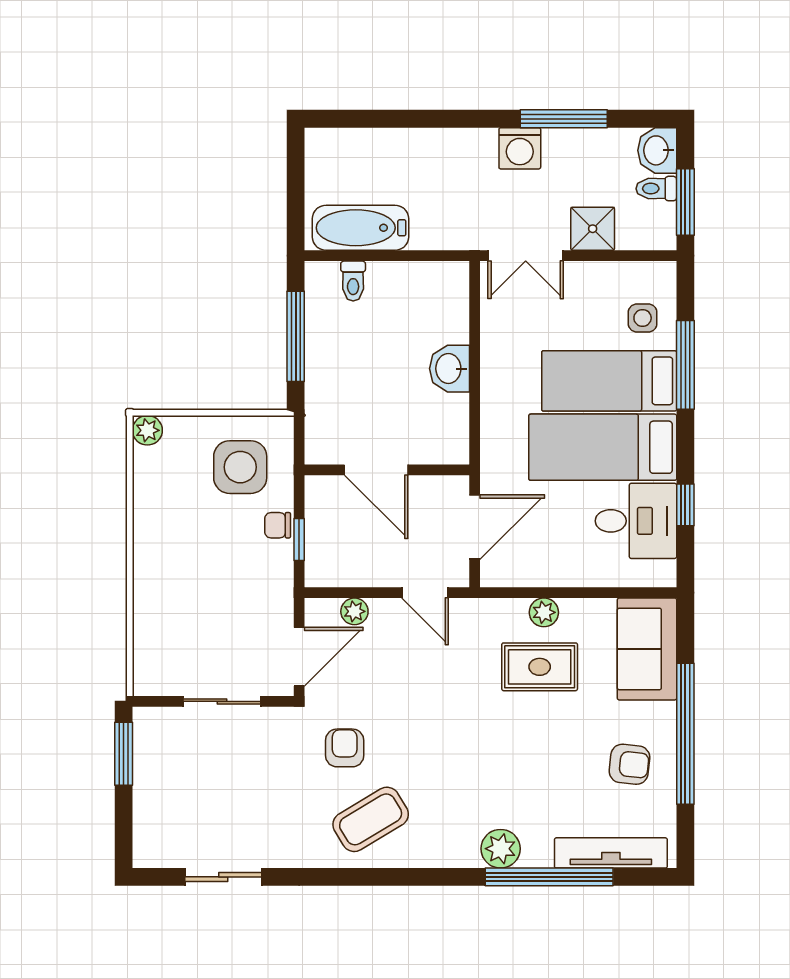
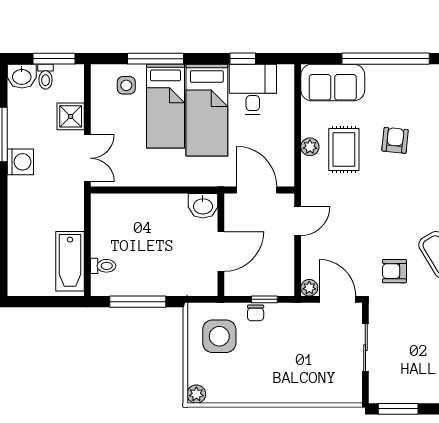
washbasin: (450, 369) -> (203, 206), moved
plant: (354, 611) -> (309, 288), moved
armchair: (629, 764) -> (395, 140), moved

